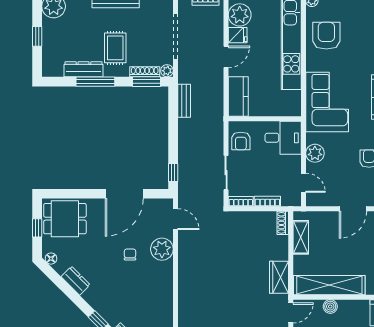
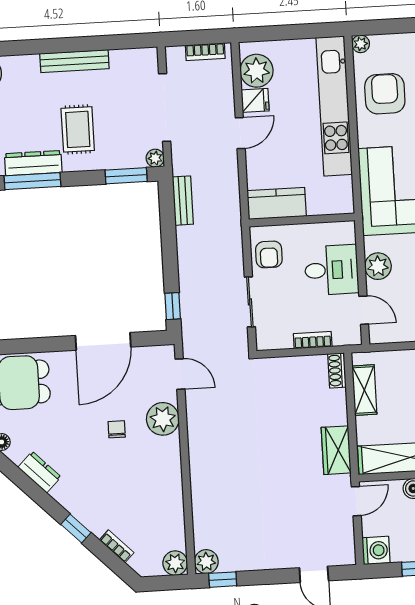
shoe rack: (145, 72) -> (123, 162), removed
window: (95, 82) -> (32, 181), moved
kitchen counter: (238, 97) -> (277, 203), moved, turned -90
desk: (283, 138) -> (332, 270), moved
bookcase: (241, 201) -> (274, 343), removed

